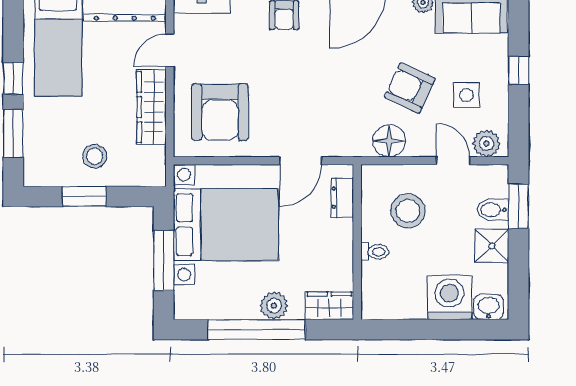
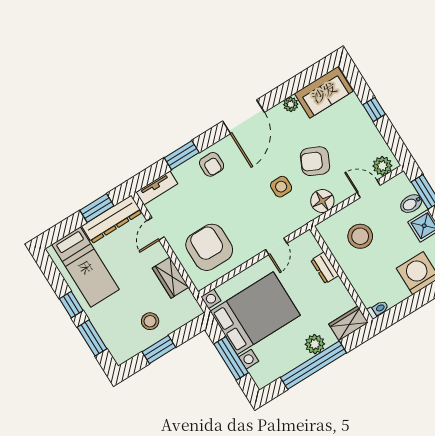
side table: (466, 95) -> (281, 187), moved
wardrobe: (151, 107) -> (171, 278), width x0.67
armchair: (220, 112) -> (209, 247), turned 180
door: (301, 161) -> (276, 246), width x0.73
dresser: (342, 198) -> (325, 268), moved
toilet: (375, 252) -> (378, 309), moved

